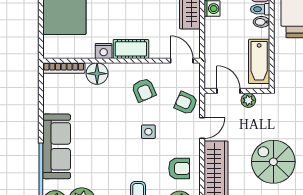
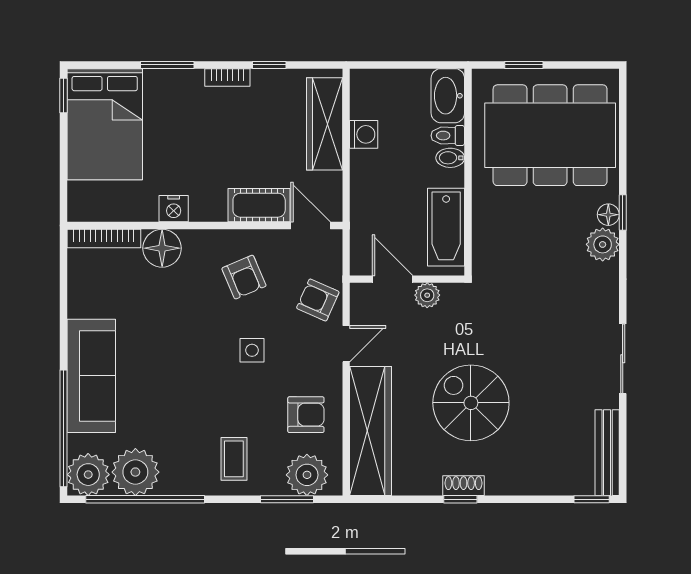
cot: (131, 49) -> (259, 205), moved

